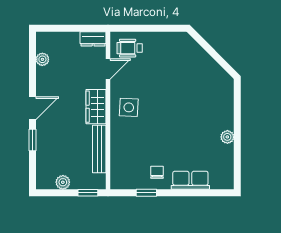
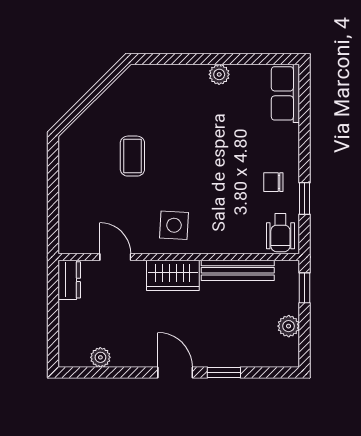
wheelchair: (130, 48) -> (280, 233), moved
coffee table: (174, 80) -> (132, 156), added
row of seats: (190, 180) -> (285, 93), moved

